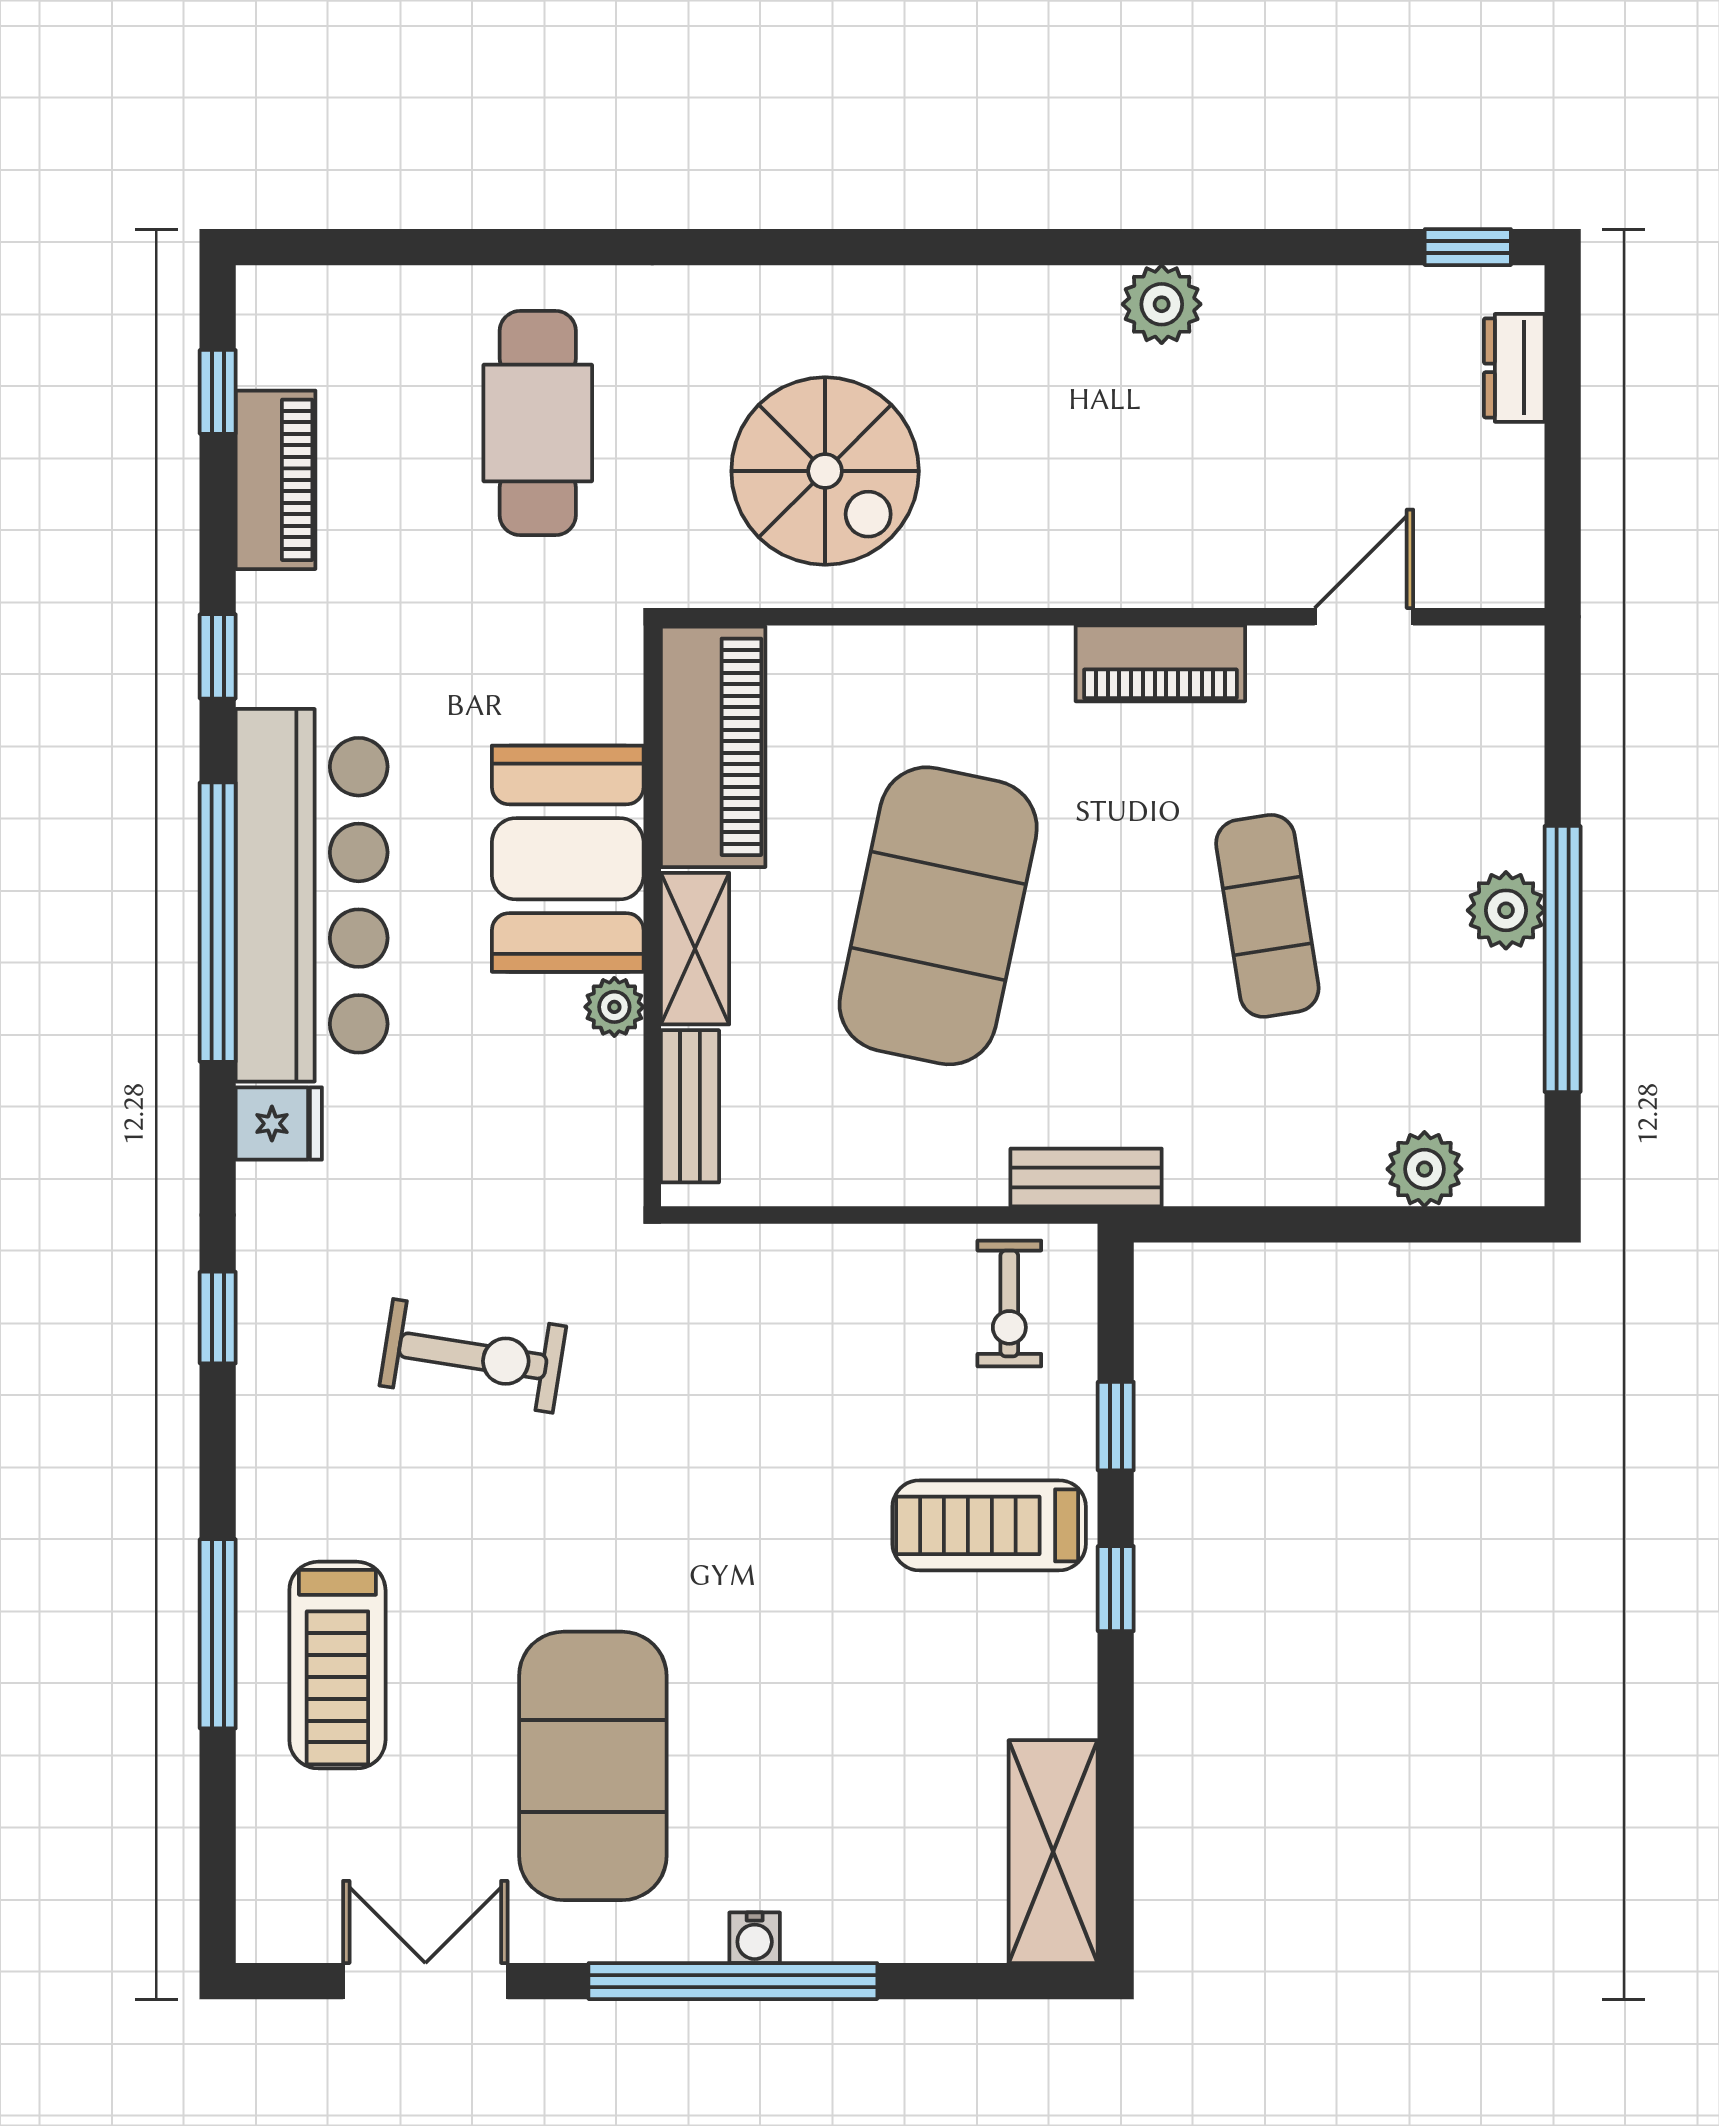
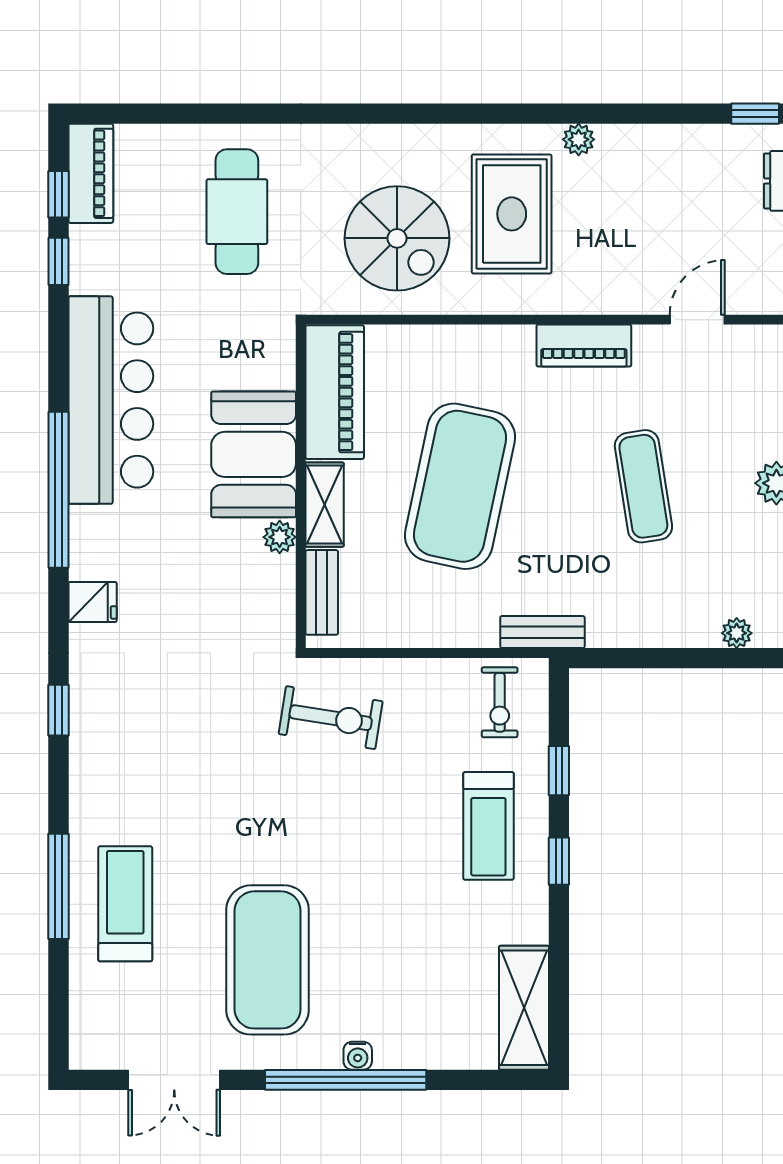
plant: (1162, 304) -> (579, 139), width x0.73, depth x0.73
rug: (1031, 427) -> (512, 214), added
piano: (276, 480) -> (91, 173), moved
window: (218, 656) -> (59, 261), moved
bar counter: (312, 895) -> (111, 400), moved
plant: (1424, 1169) -> (737, 633), width x0.73, depth x0.73
exercise bike: (473, 1356) -> (331, 718), moved
treadmill: (989, 1525) -> (488, 826), turned -90
treadmill: (337, 1665) -> (125, 904), turned 180
double door: (425, 1981) -> (174, 1080), swing flipped

